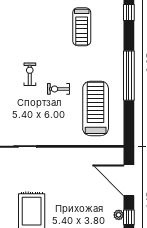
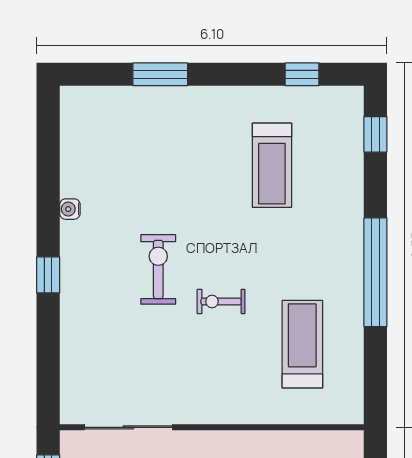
exercise bike: (30, 74) -> (158, 269), width x1.38, depth x1.39
treadmill: (96, 108) -> (302, 344), width x0.73, depth x0.73

